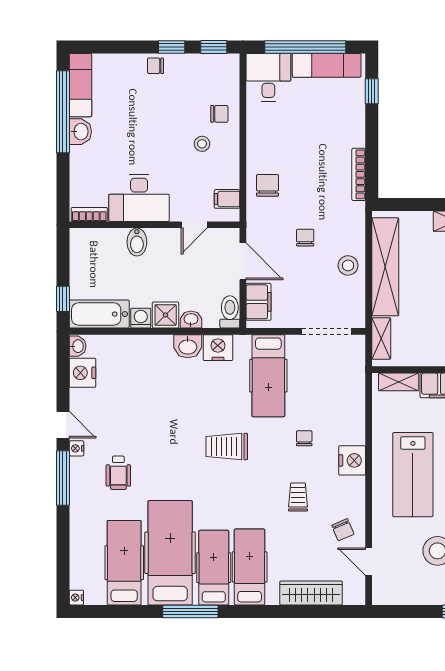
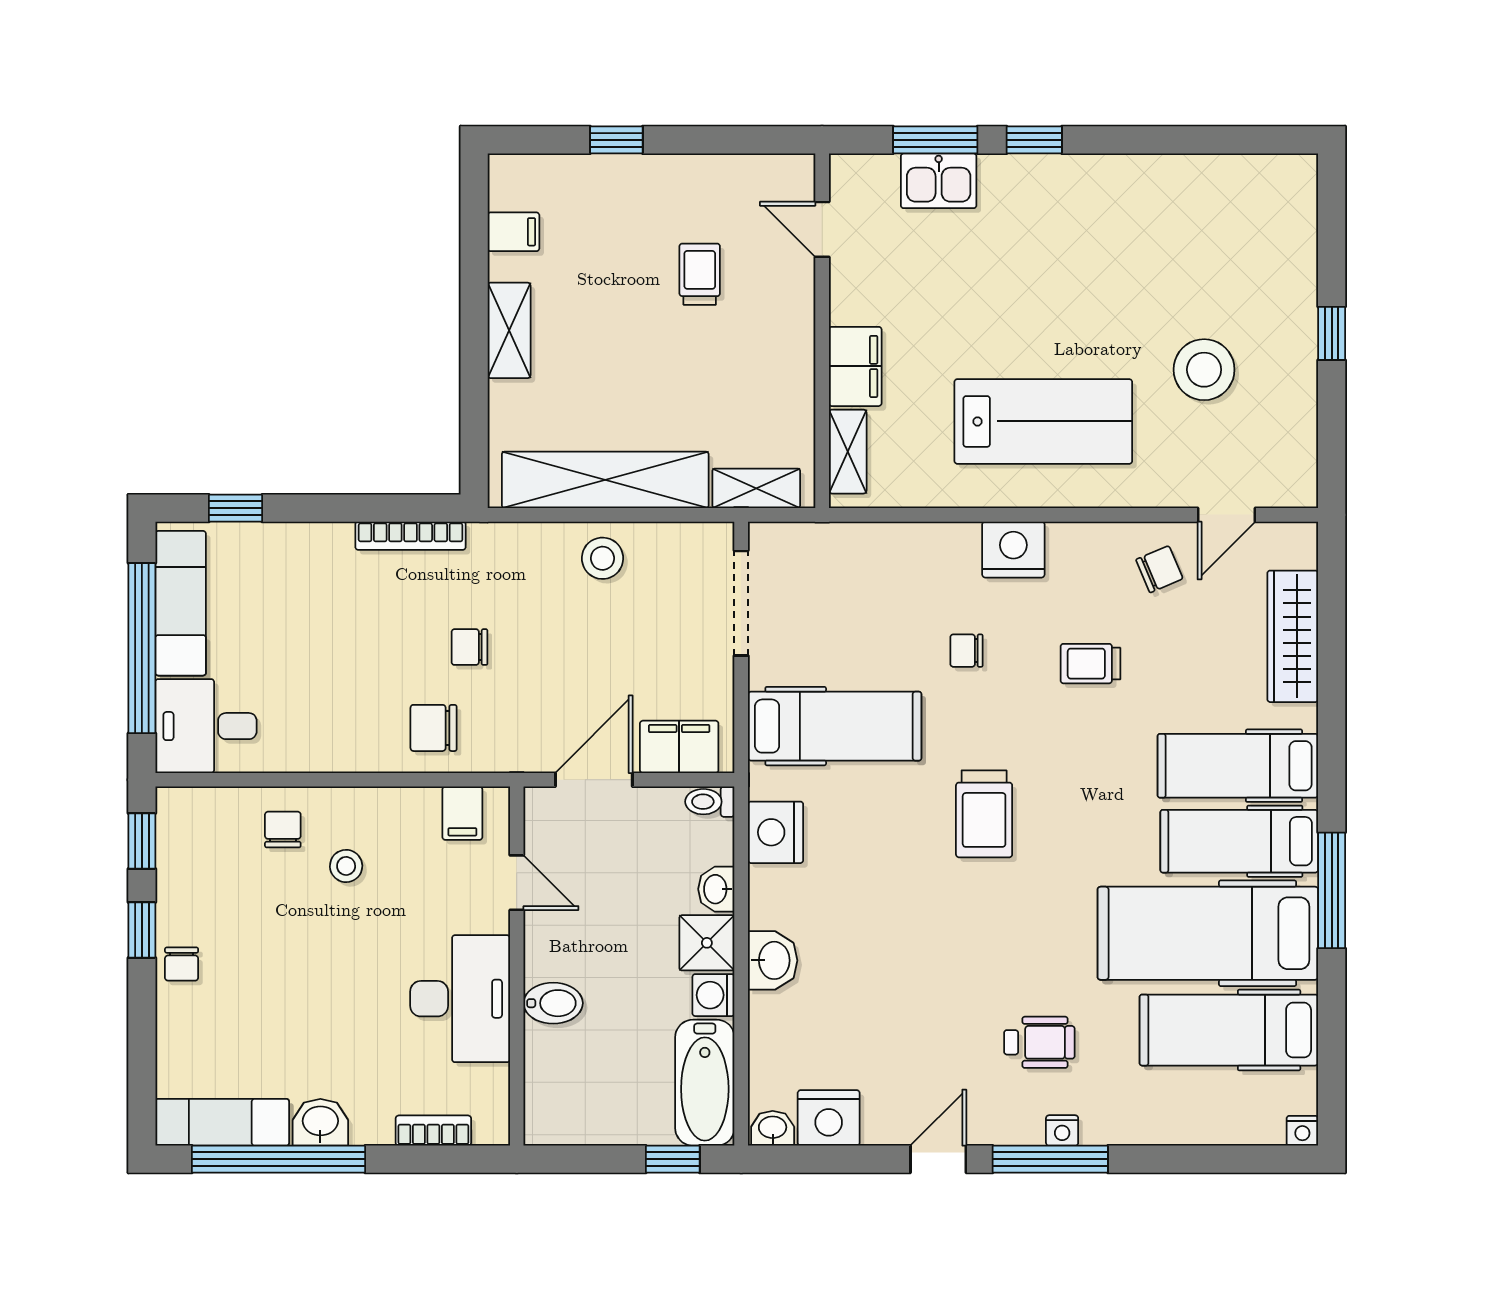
bookcase: (89, 214) -> (433, 1131), moved, turned 90
chair: (305, 238) -> (470, 647), moved
toilet: (230, 312) -> (710, 802), width x0.73, depth x0.72
washbasin: (188, 346) -> (773, 960), moved
nightstand: (77, 448) -> (1062, 1130), moved

